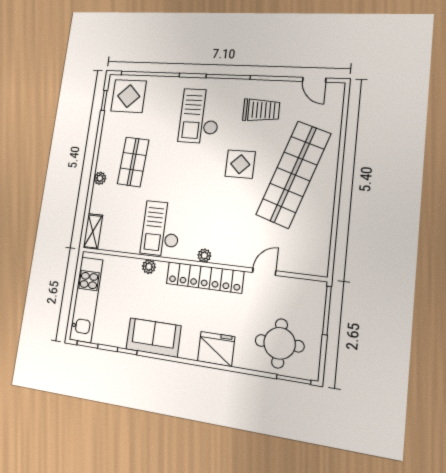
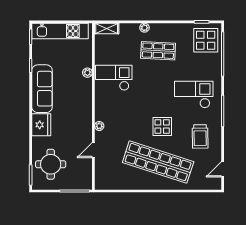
plant: (204, 255) -> (99, 126), moved
door: (264, 272) -> (93, 150), swing flipped
locker: (205, 277) -> (85, 112), removed
sofa: (153, 338) -> (42, 89), width x1.36

